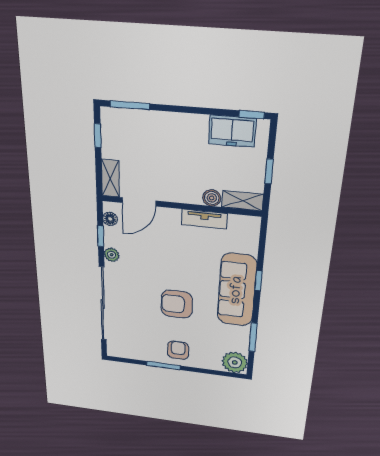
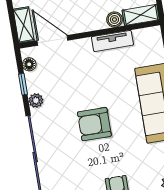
door: (139, 202) -> (52, 40), swing flipped
armchair: (177, 304) -> (94, 124), moved

